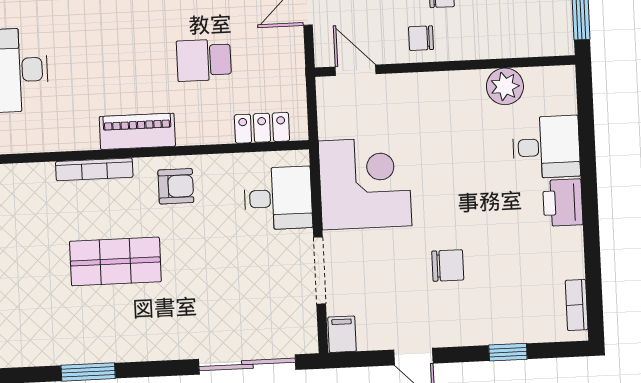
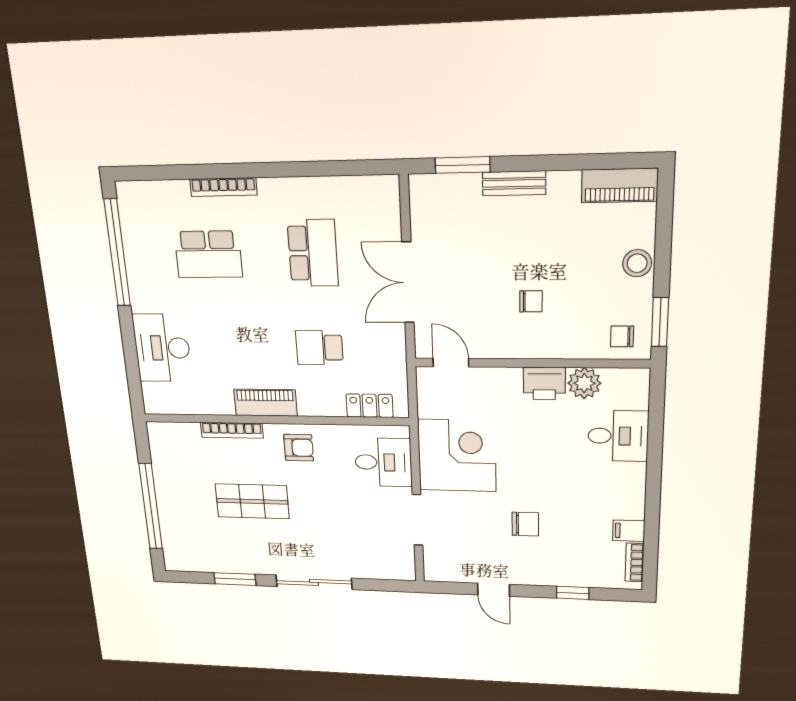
chair: (421, 38) -> (622, 336), moved
printer: (563, 203) -> (544, 383), moved, turned -90
filing cabinet: (342, 334) -> (629, 531), moved, turned -90
sliding door: (247, 364) -> (314, 582), moved

